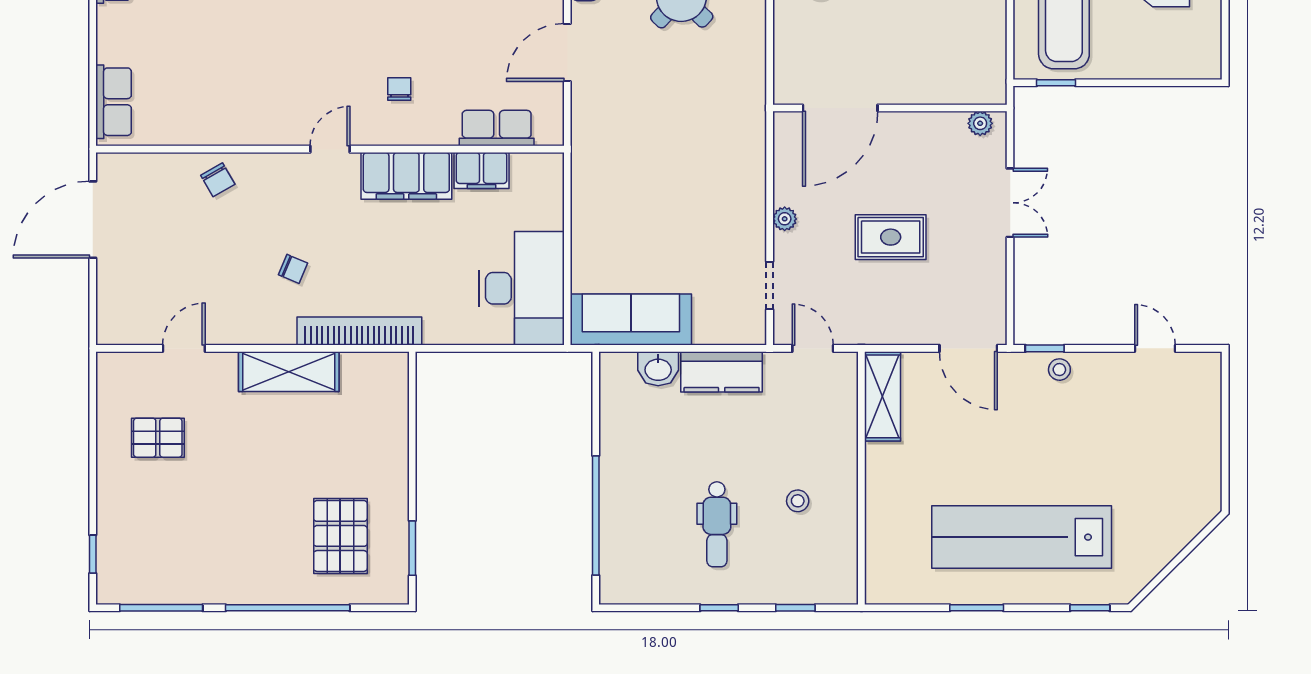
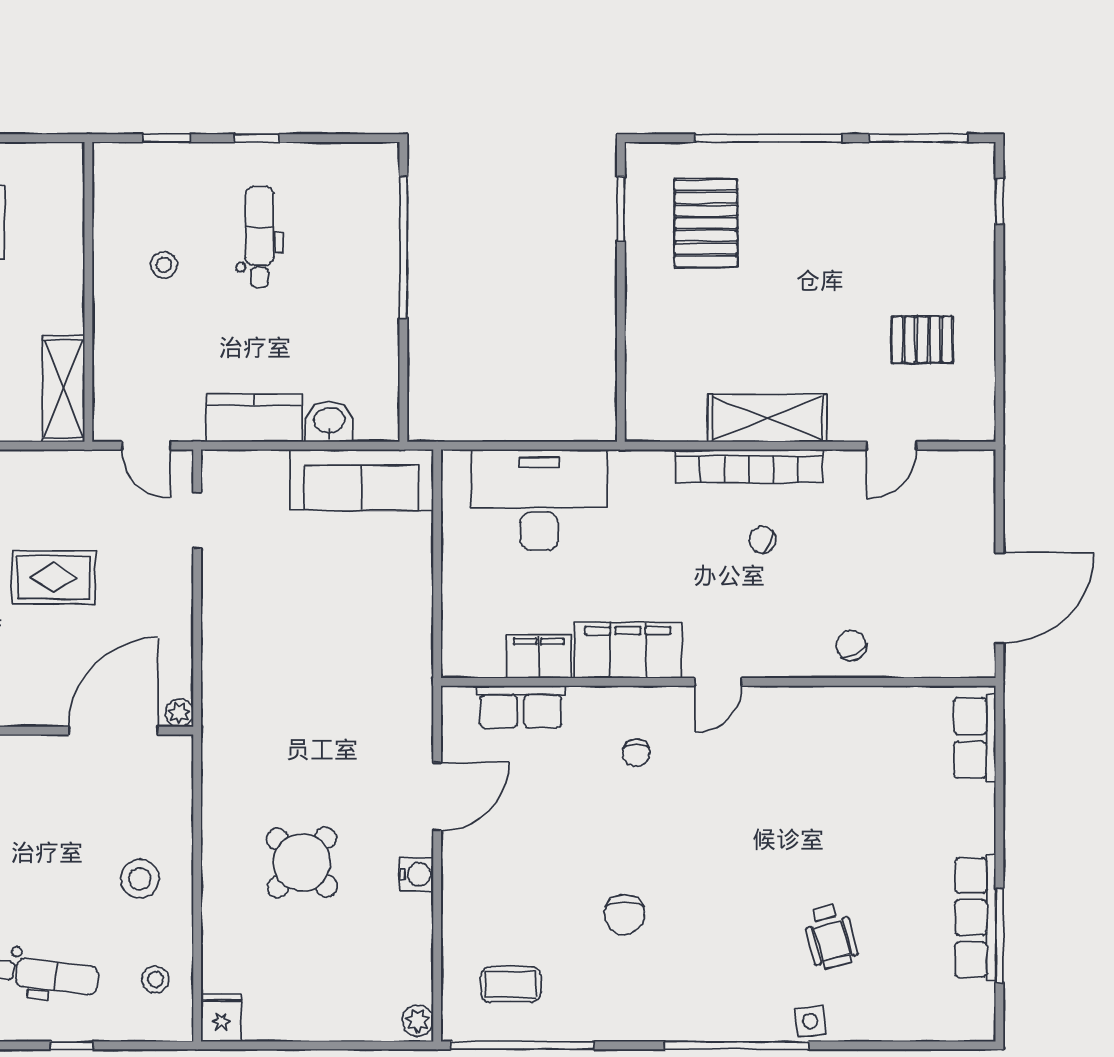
plant: (785, 219) -> (179, 713), moved
desk: (521, 288) -> (539, 500), moved, turned 90
bookcase: (359, 331) -> (749, 466), moved

